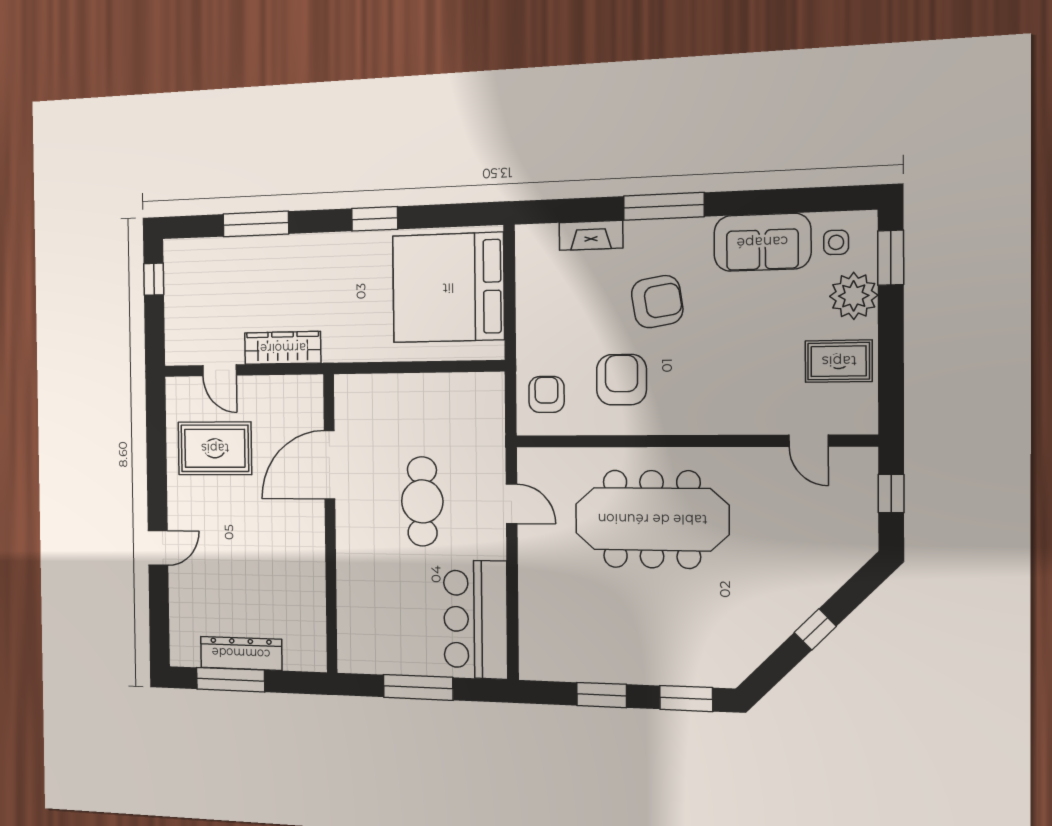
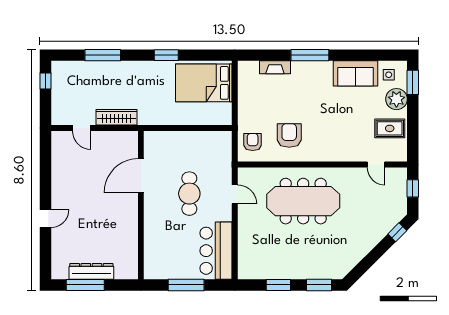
bed: (448, 288) -> (204, 83), width x0.73
armchair: (657, 302) -> (306, 99), removed
rug: (215, 448) -> (78, 167), removed
window: (815, 629) -> (397, 232), moved

